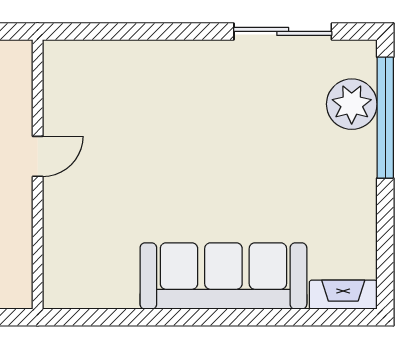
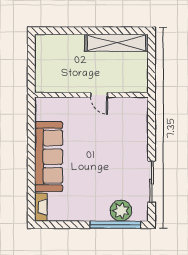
door: (38, 156) -> (99, 95), moved
wall: (38, 174) -> (91, 95), moved

